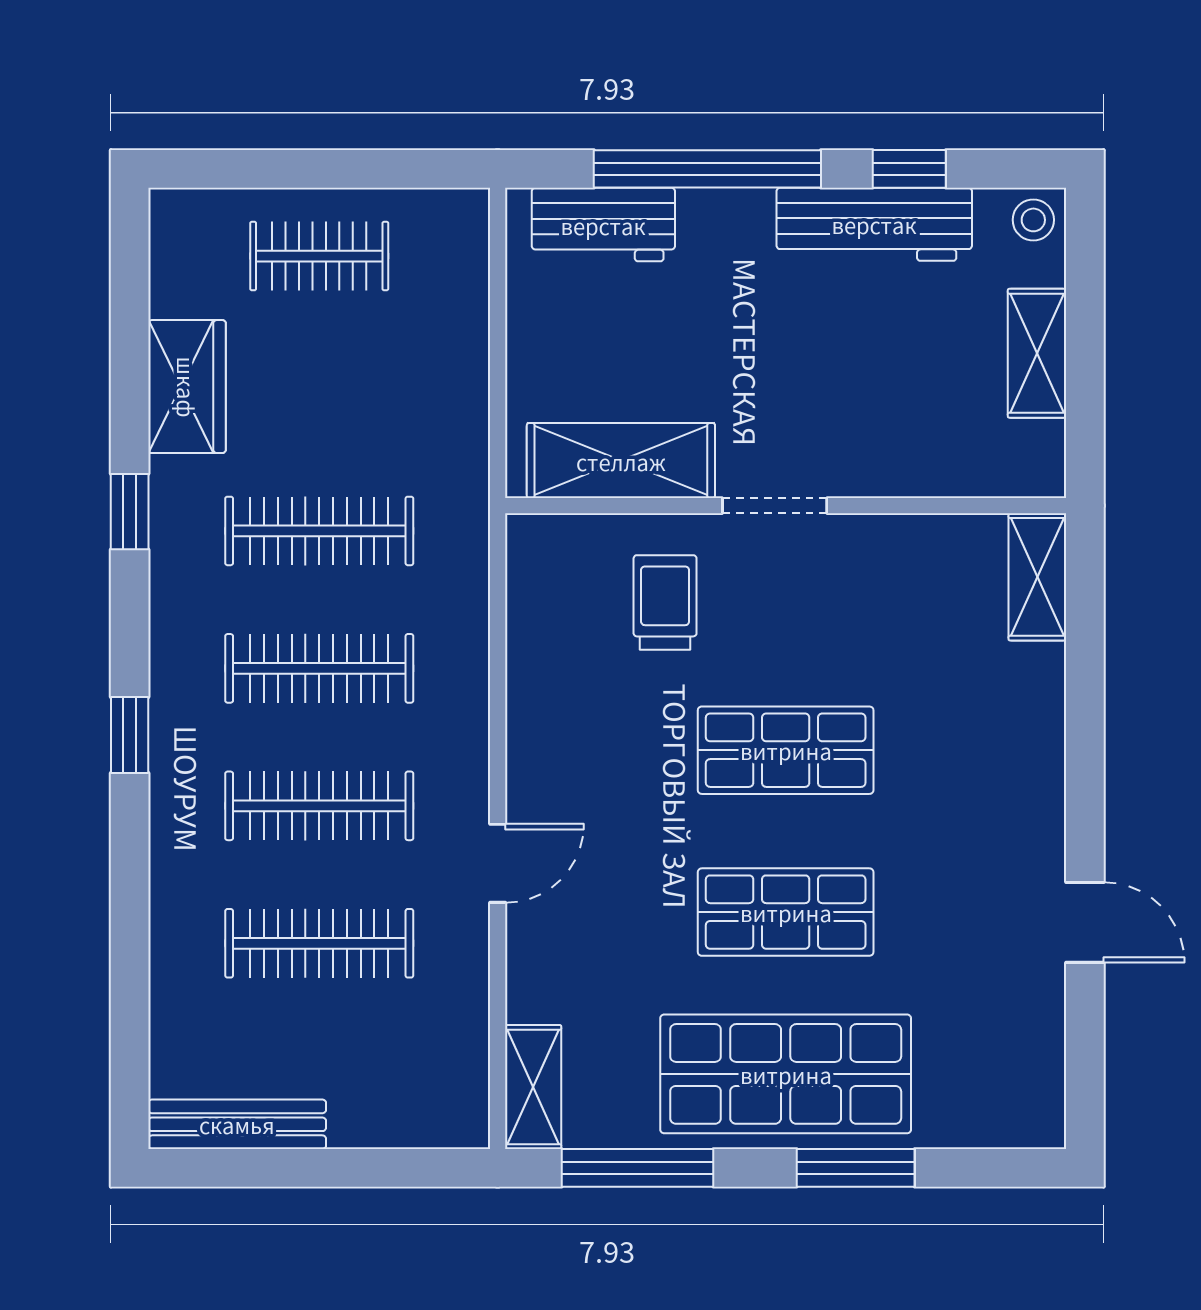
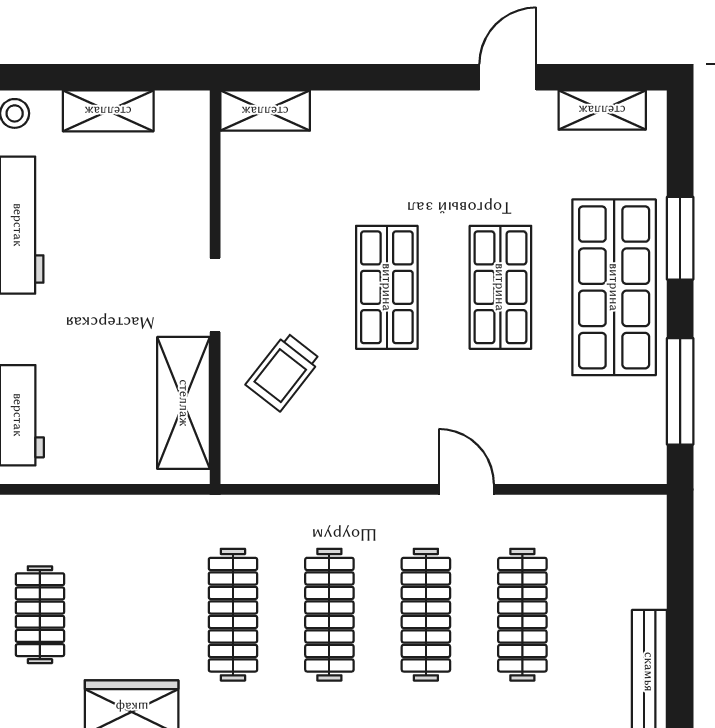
trolley: (665, 602) -> (283, 372), turned -52
shelving: (533, 1087) -> (602, 110), moved

